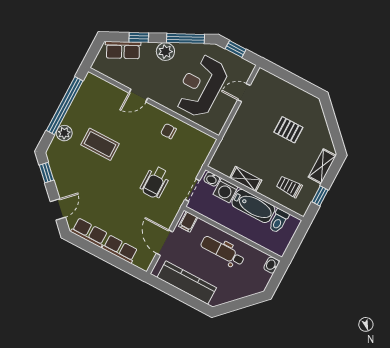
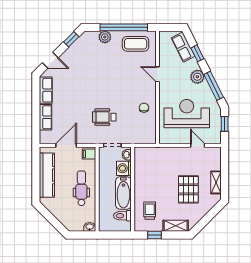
pallet: (288, 130) -> (188, 189), width x1.50, depth x1.42
coffee table: (100, 144) -> (136, 44), moved, turned 90
shelving: (246, 179) -> (216, 182), moved

